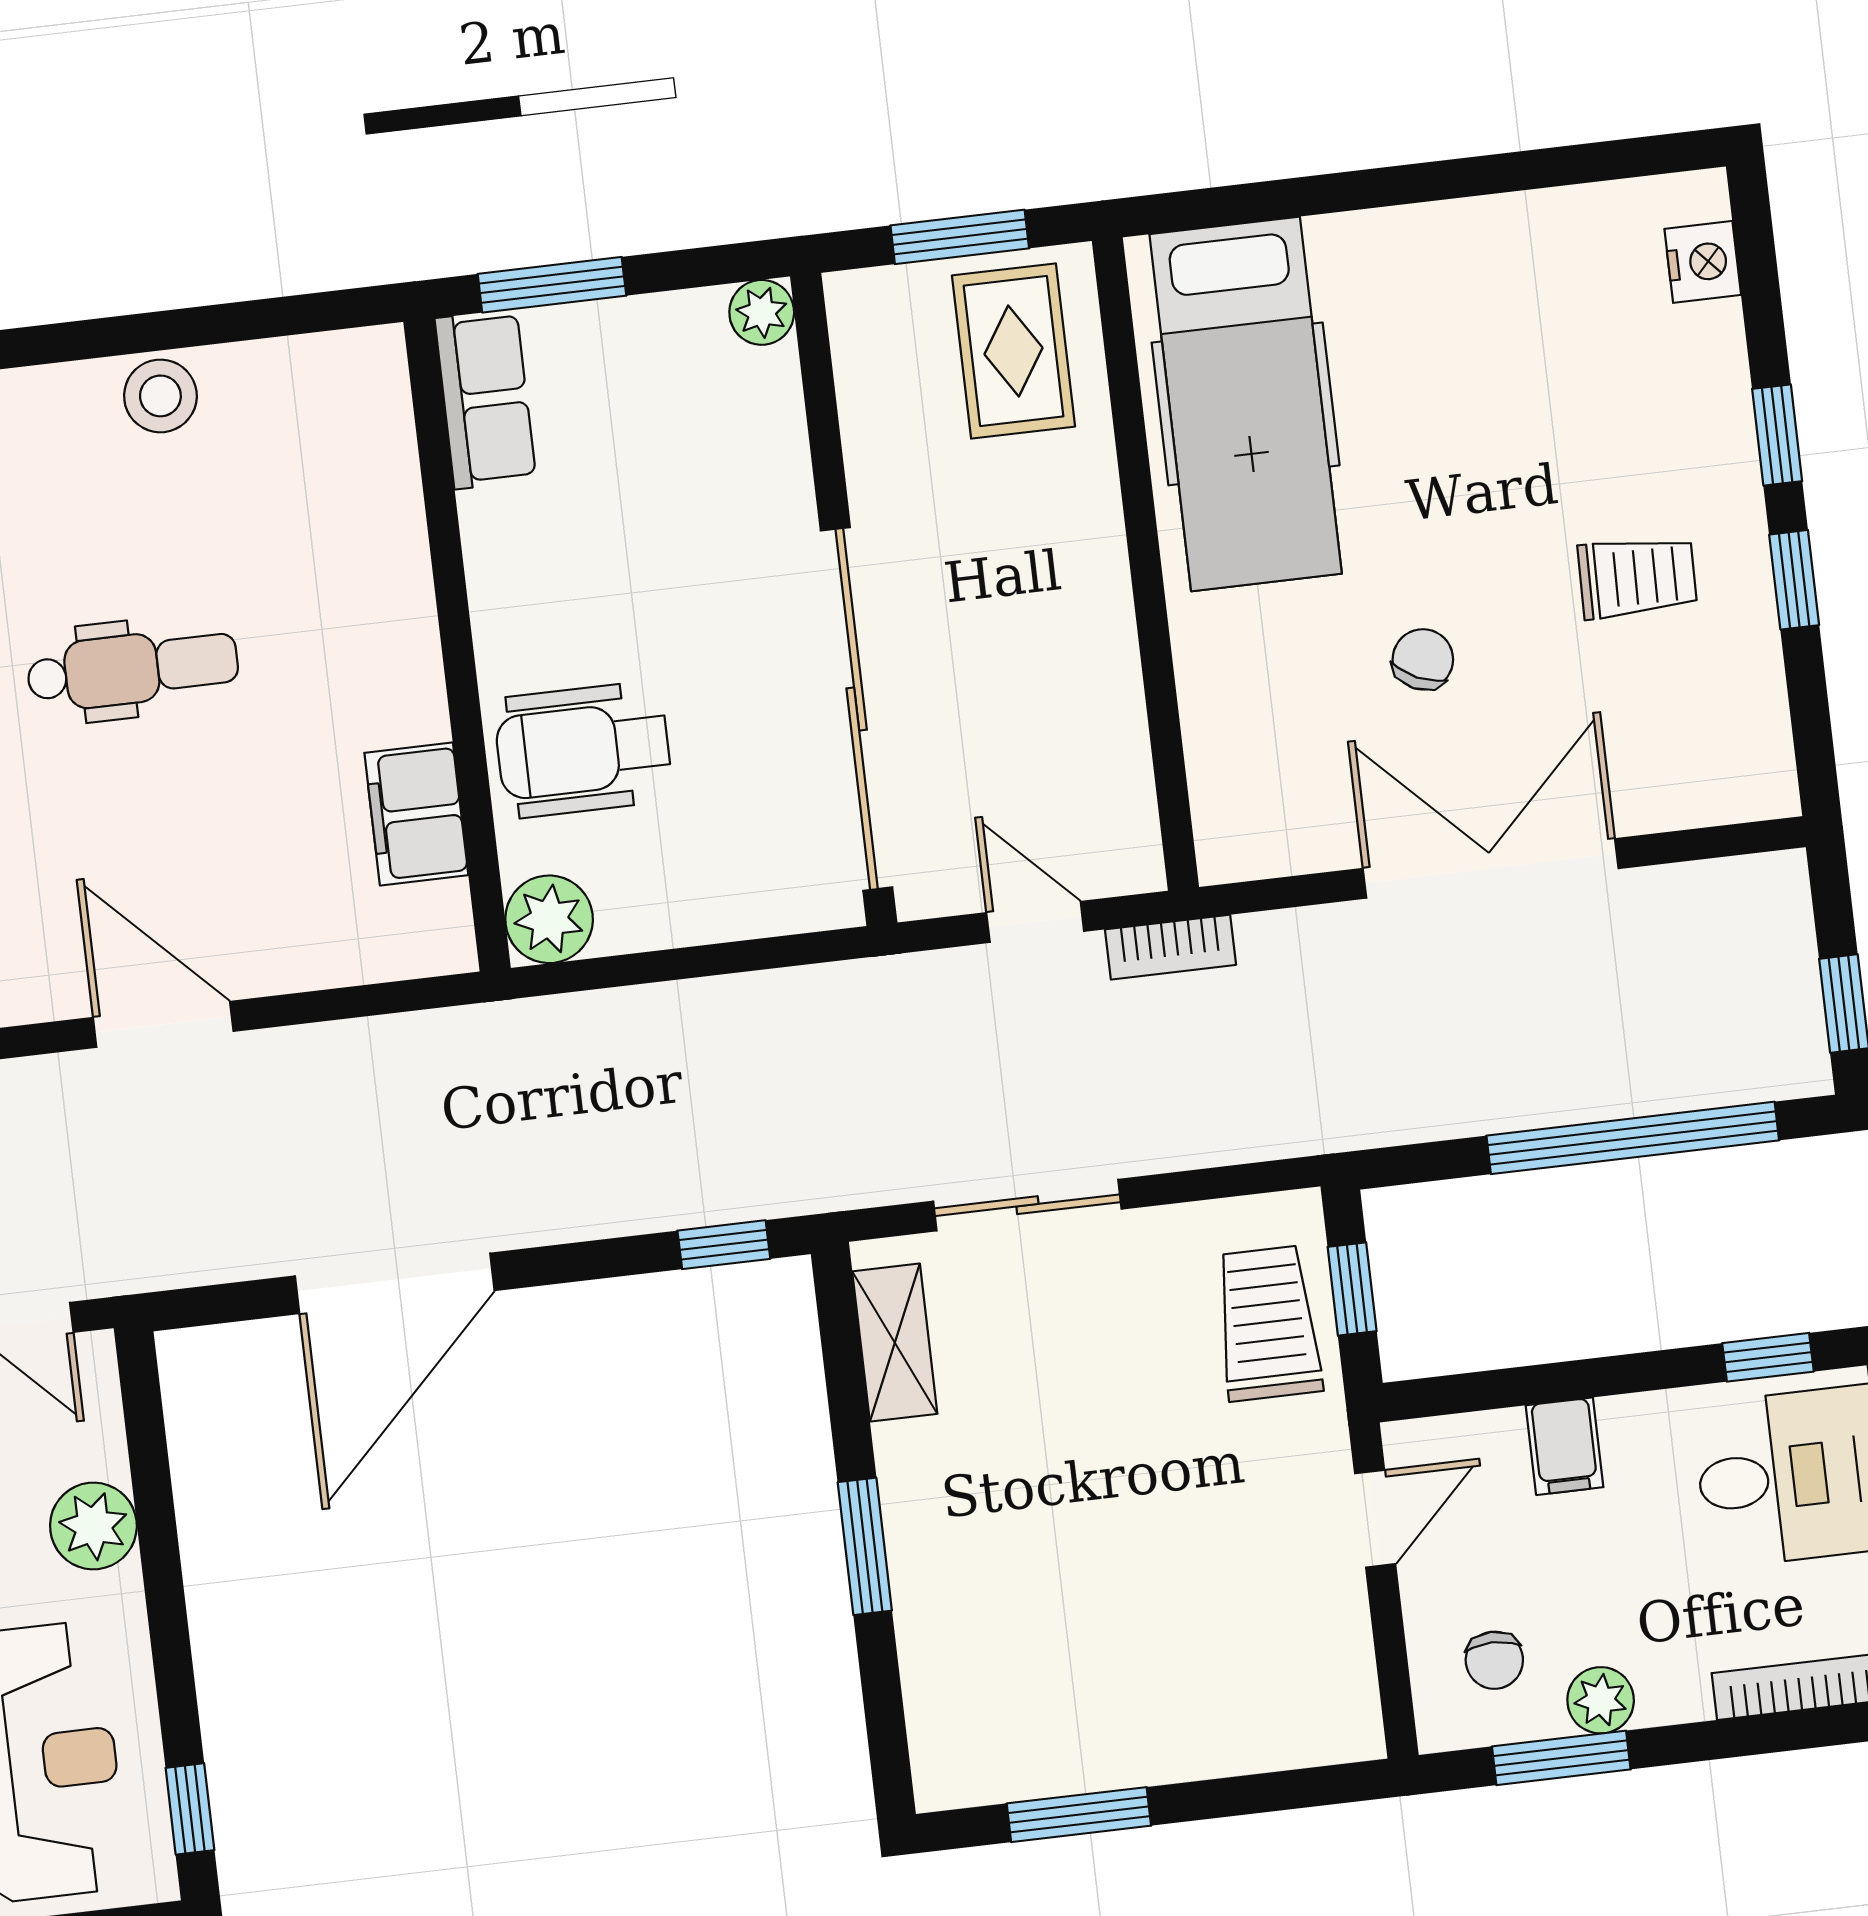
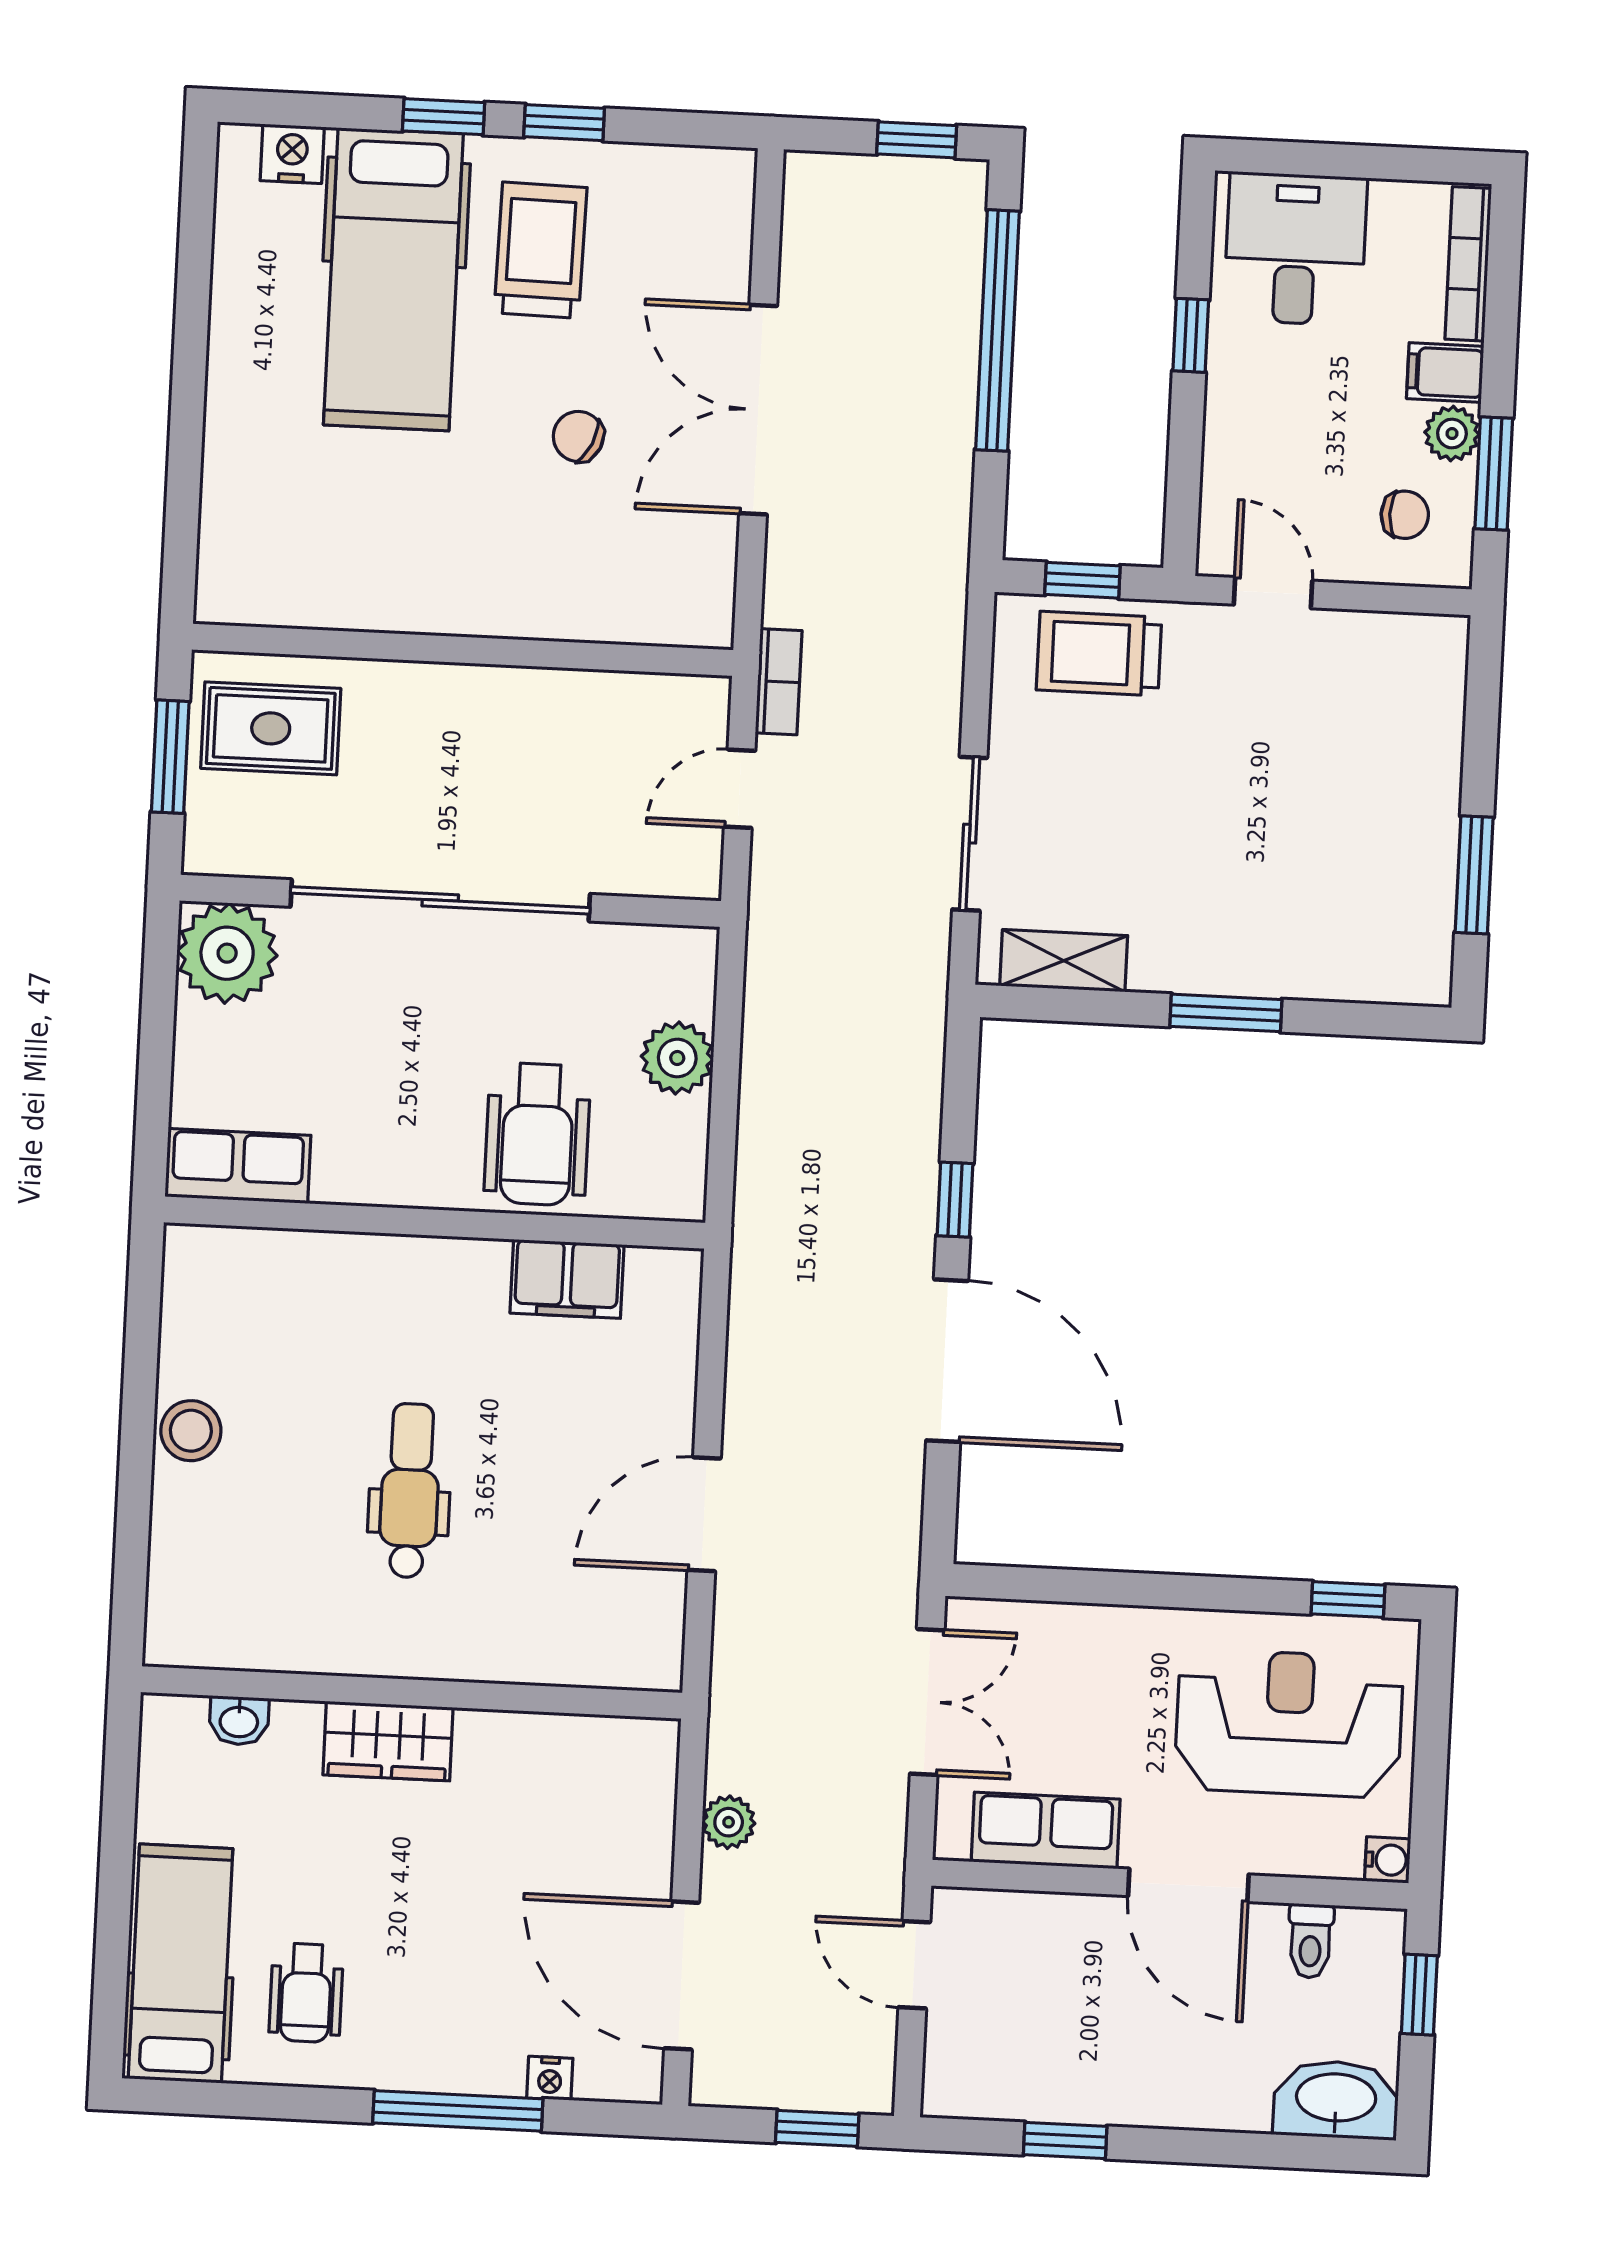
window: (552, 285) -> (154, 1096), removed
plant: (762, 312) -> (227, 953), width x1.88, depth x1.88
hospital bed: (1246, 404) -> (393, 279), moved, turned 90
trolley: (1637, 577) -> (541, 250), width x1.36, depth x1.39
sliding door: (857, 709) -> (440, 900), moved
plant: (549, 919) -> (677, 1058), moved
window: (724, 1245) -> (955, 1200), moved
window: (1768, 1357) -> (1191, 335), moved
filing cabinet: (1565, 1446) -> (1445, 372), moved, turned 180
plant: (93, 1526) -> (1104, 1640), removed

